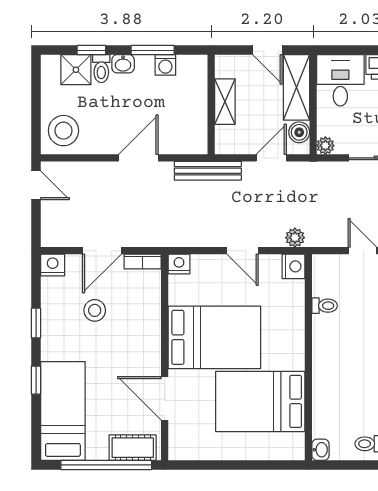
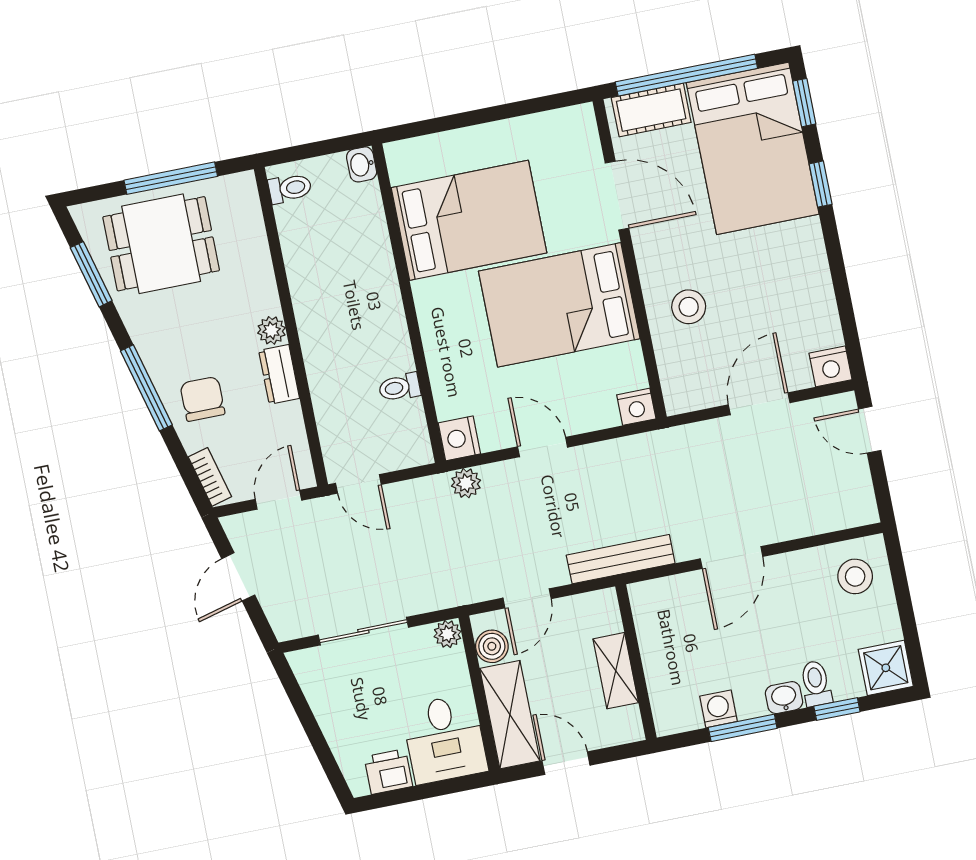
shower: (76, 70) -> (886, 668), moved
stool: (63, 131) -> (855, 576), width x0.73, depth x0.73
door: (36, 185) -> (870, 430), moved
bookcase: (143, 261) -> (693, 399), removed
stool: (95, 310) -> (689, 307), moved
window: (36, 323) -> (804, 103), moved
bed: (63, 411) -> (753, 148), width x1.50

